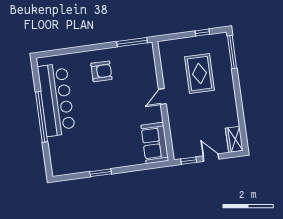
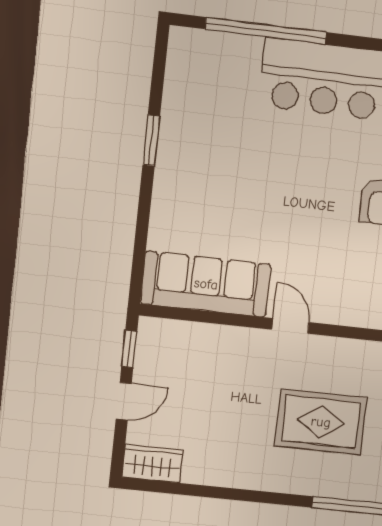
window: (41, 117) -> (266, 31), moved
sofa: (155, 143) -> (206, 284), width x1.36

